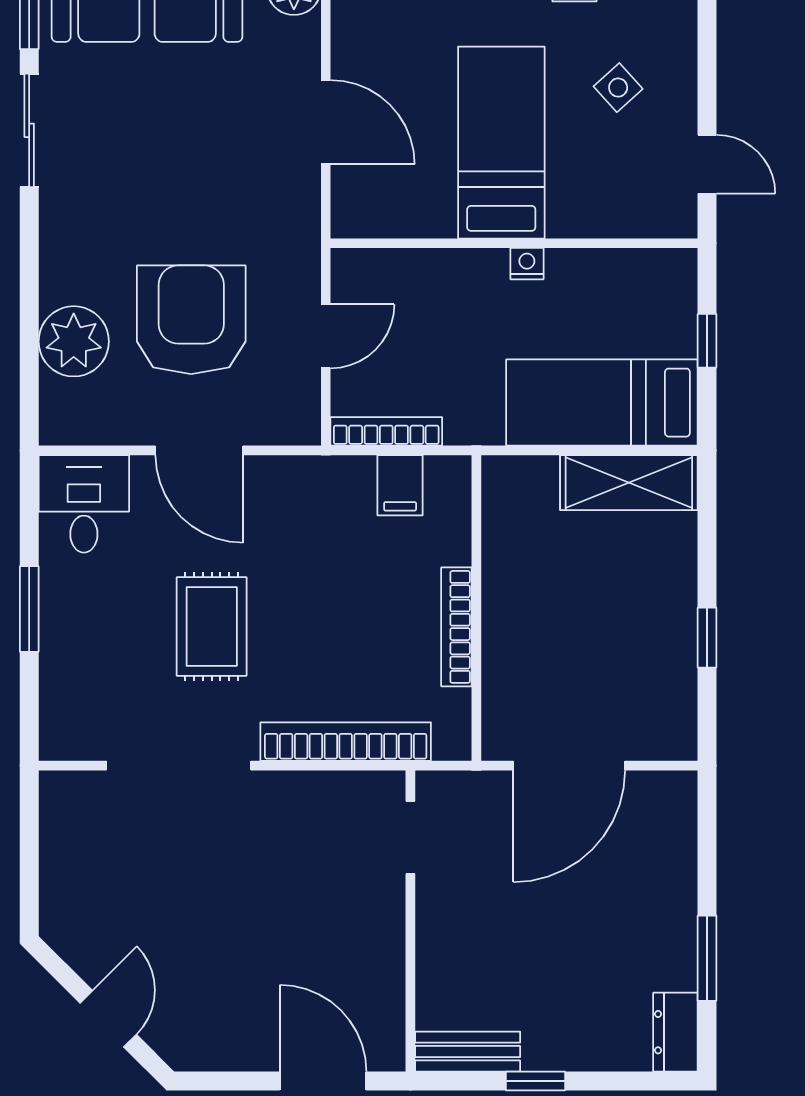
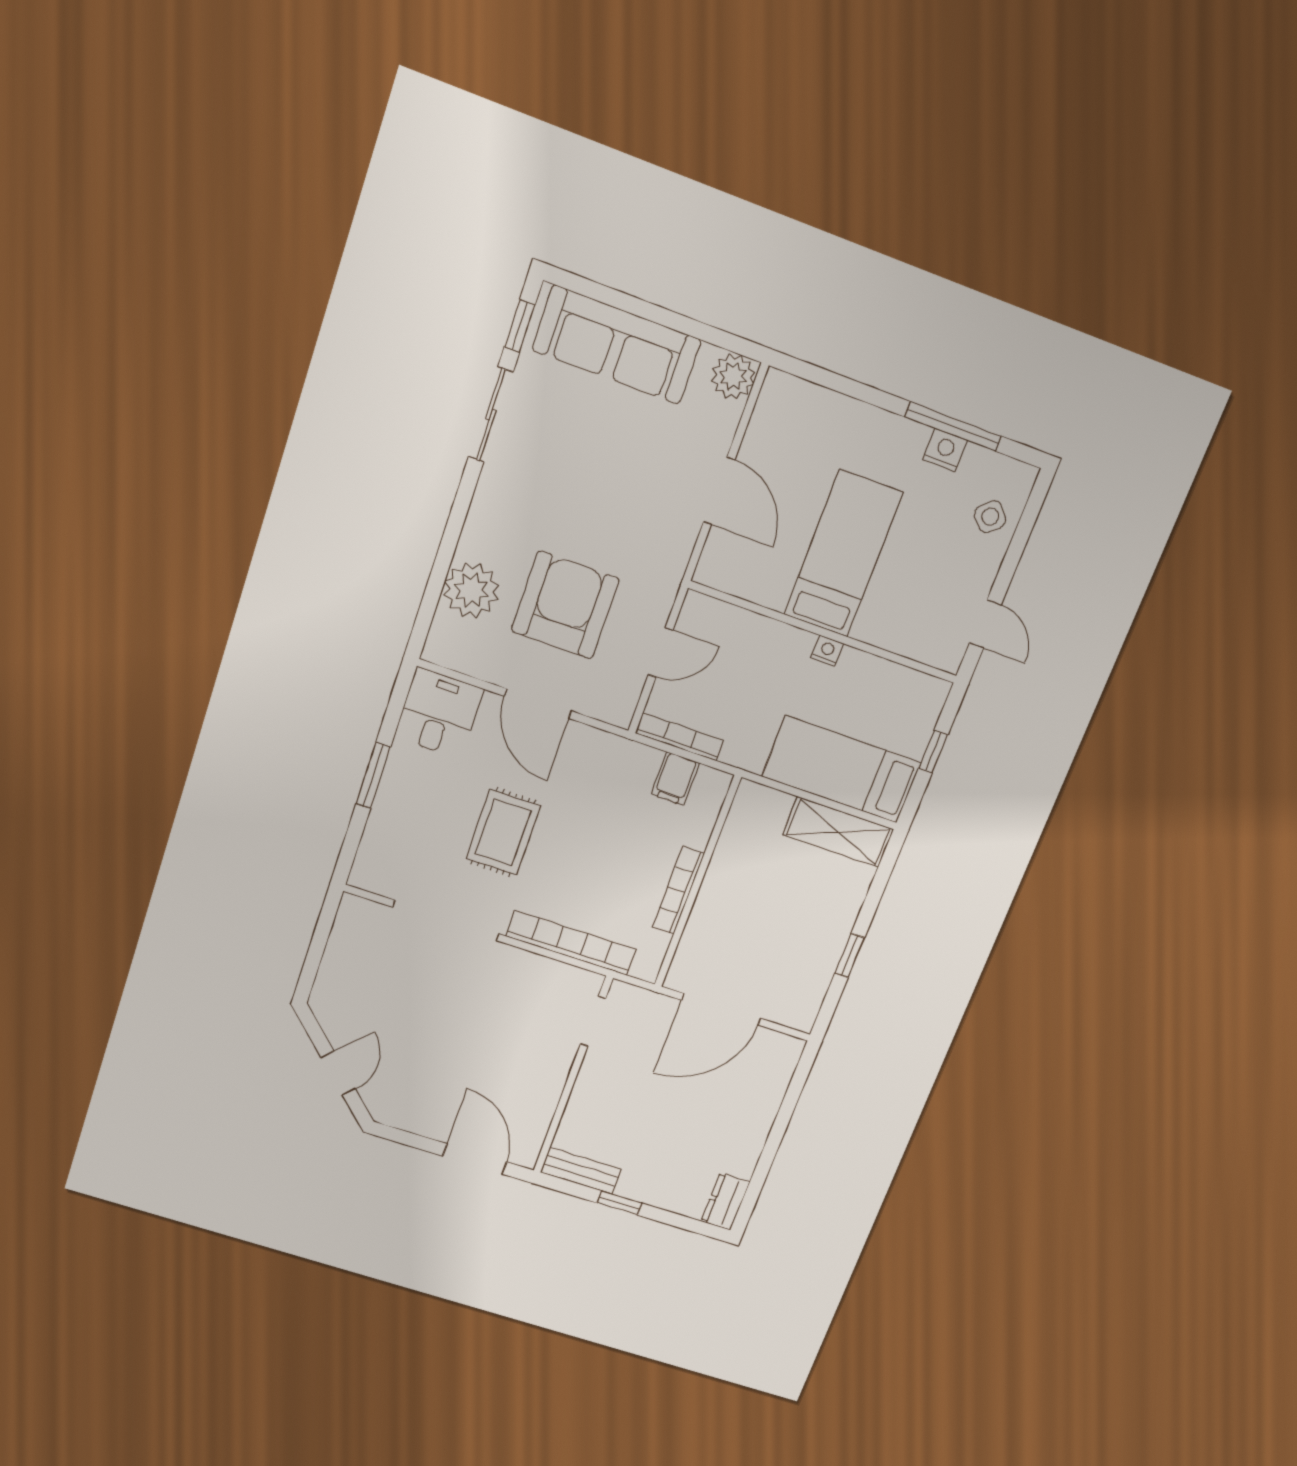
side table: (618, 88) -> (990, 517), moved
window: (707, 958) -> (765, 1162), removed

